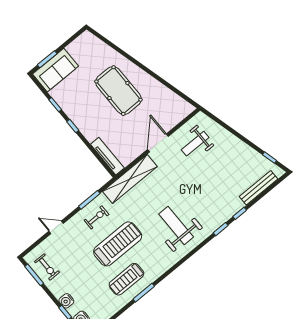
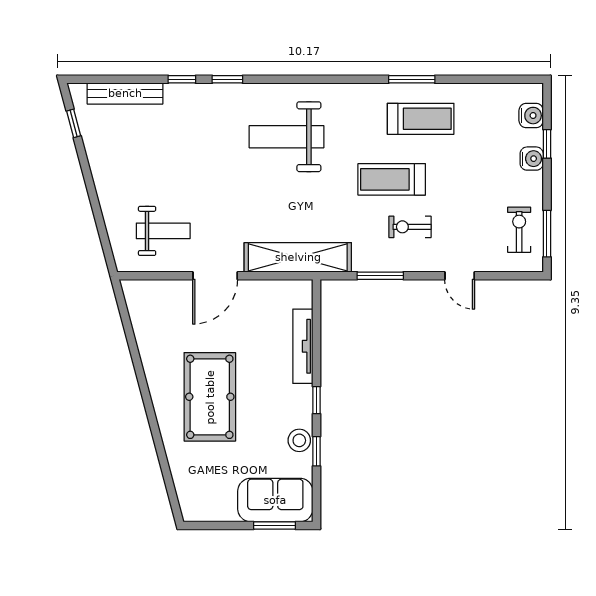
stool: (66, 103) -> (299, 440), added
tv unit: (107, 156) -> (303, 346), moved
exercise bike: (97, 217) -> (410, 227), moved
weight bench: (176, 225) -> (286, 137), turned 90
treadmill: (118, 244) -> (392, 179), width x0.73, depth x0.73

